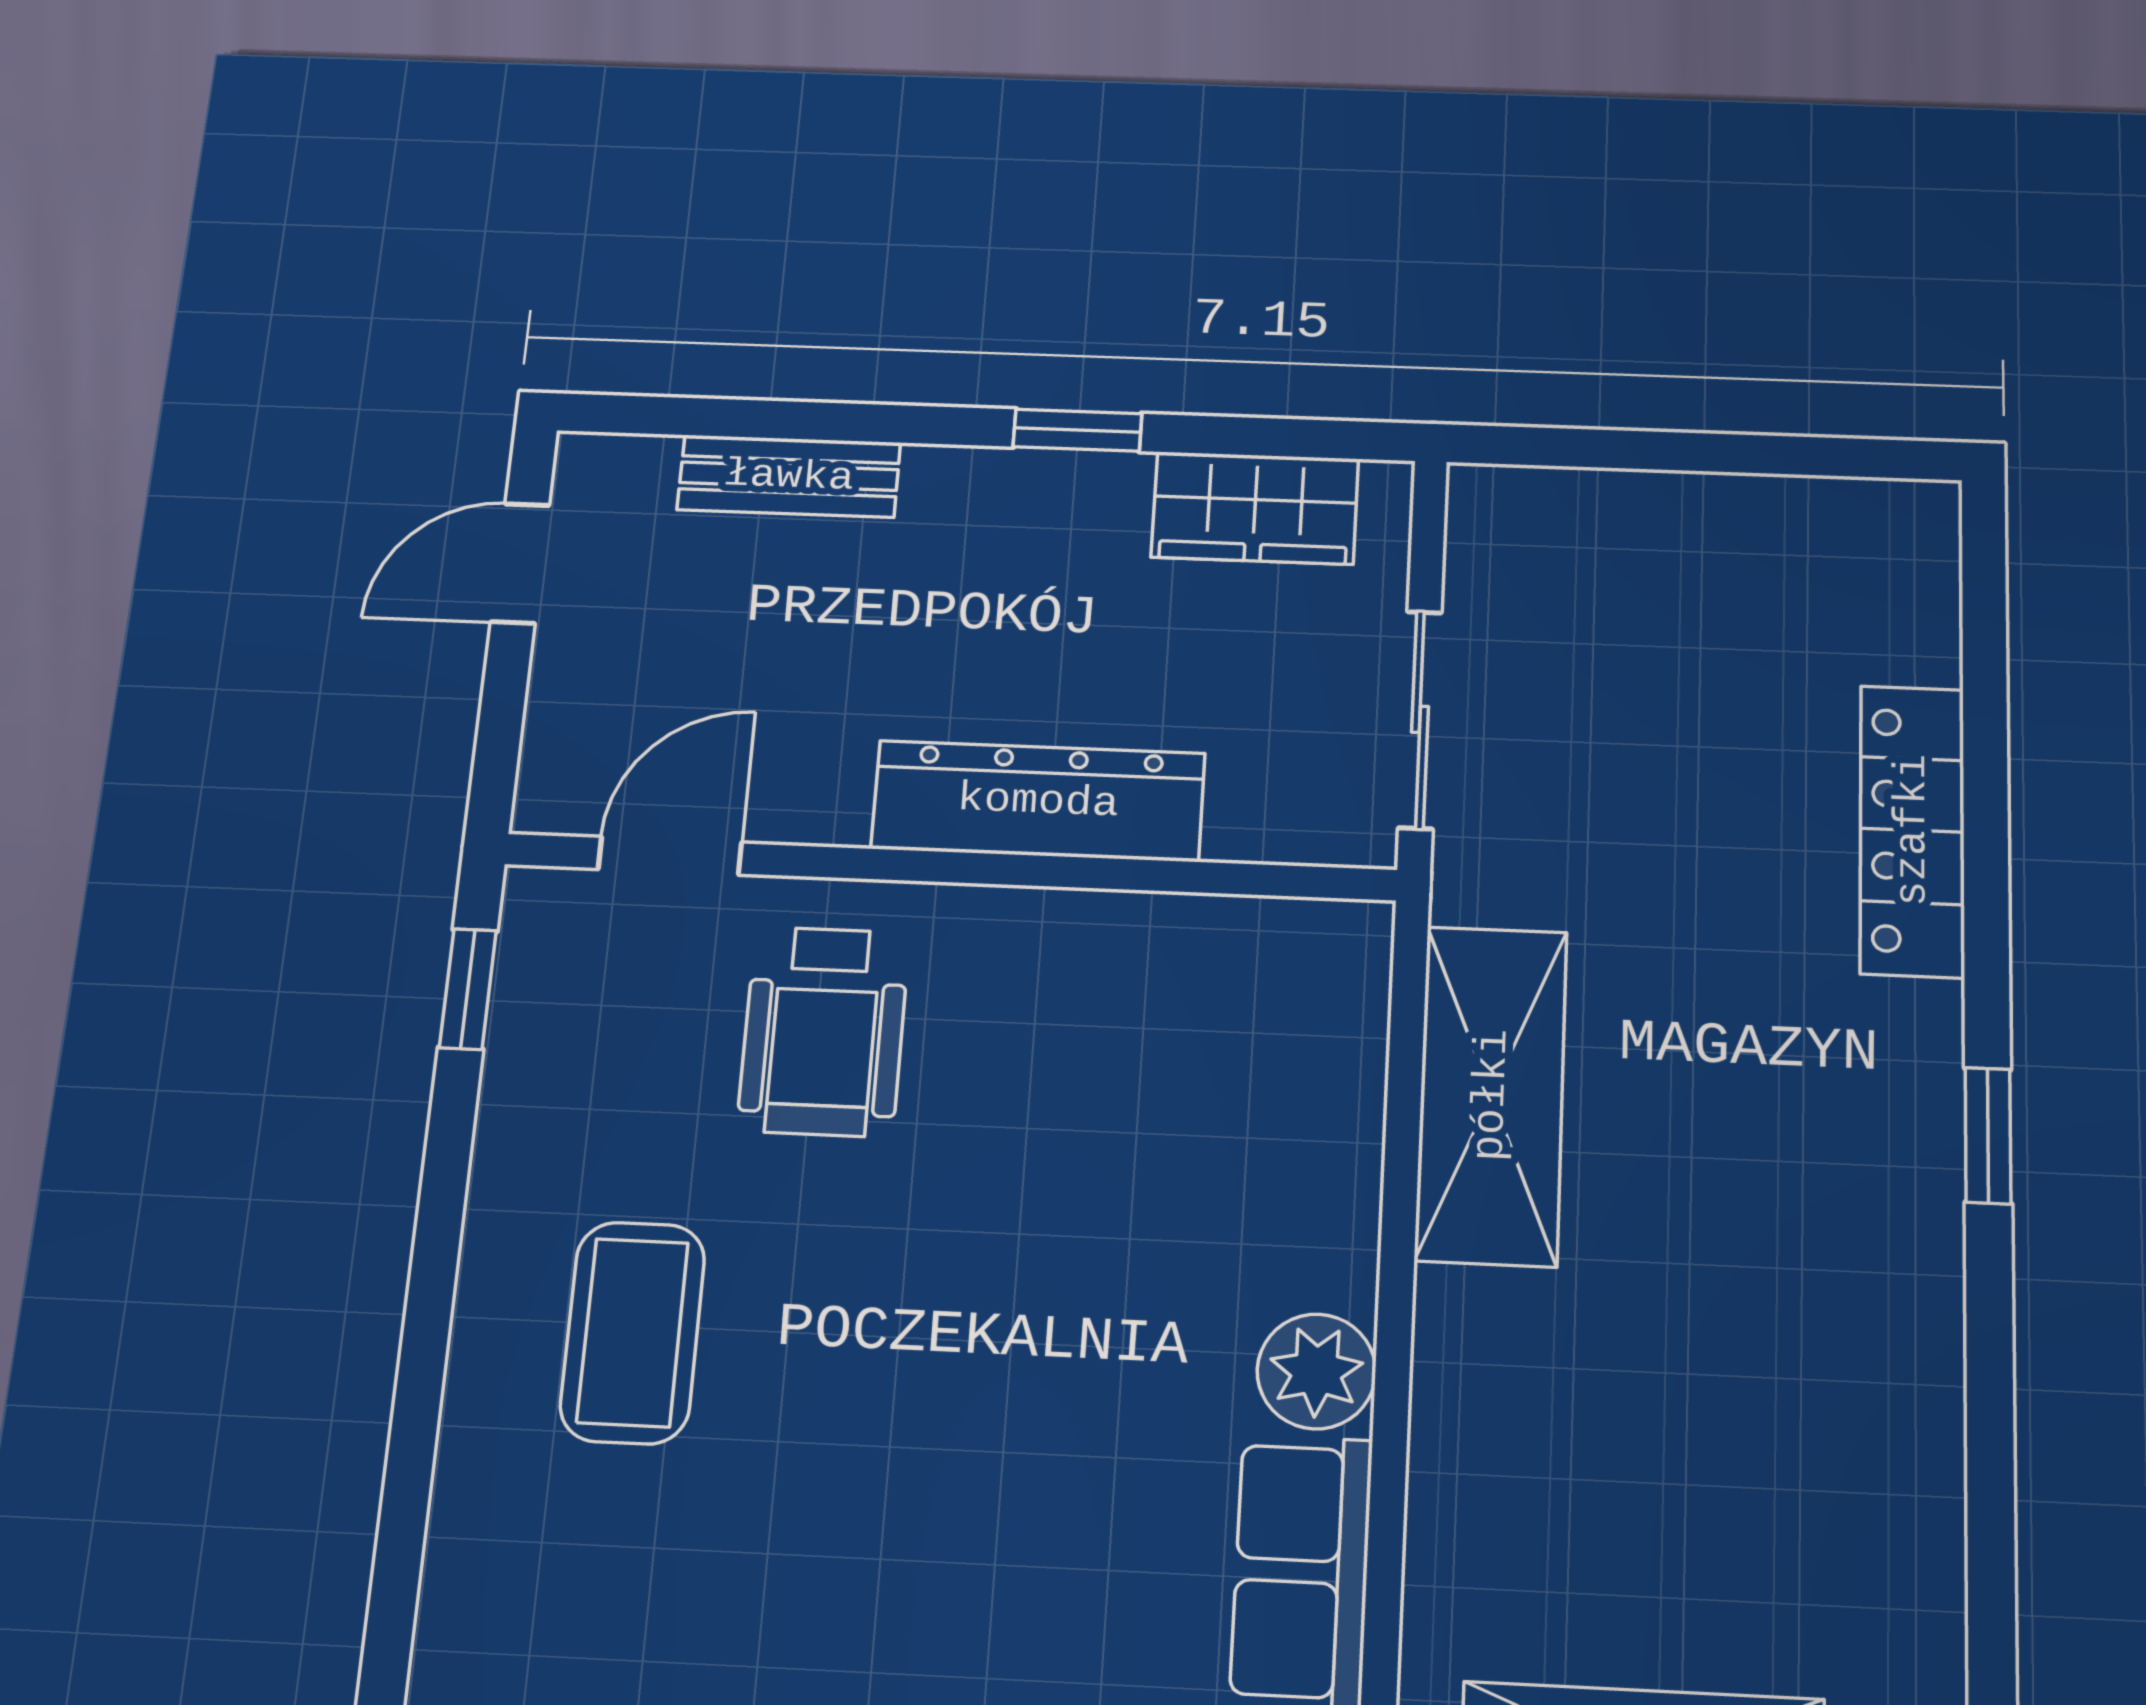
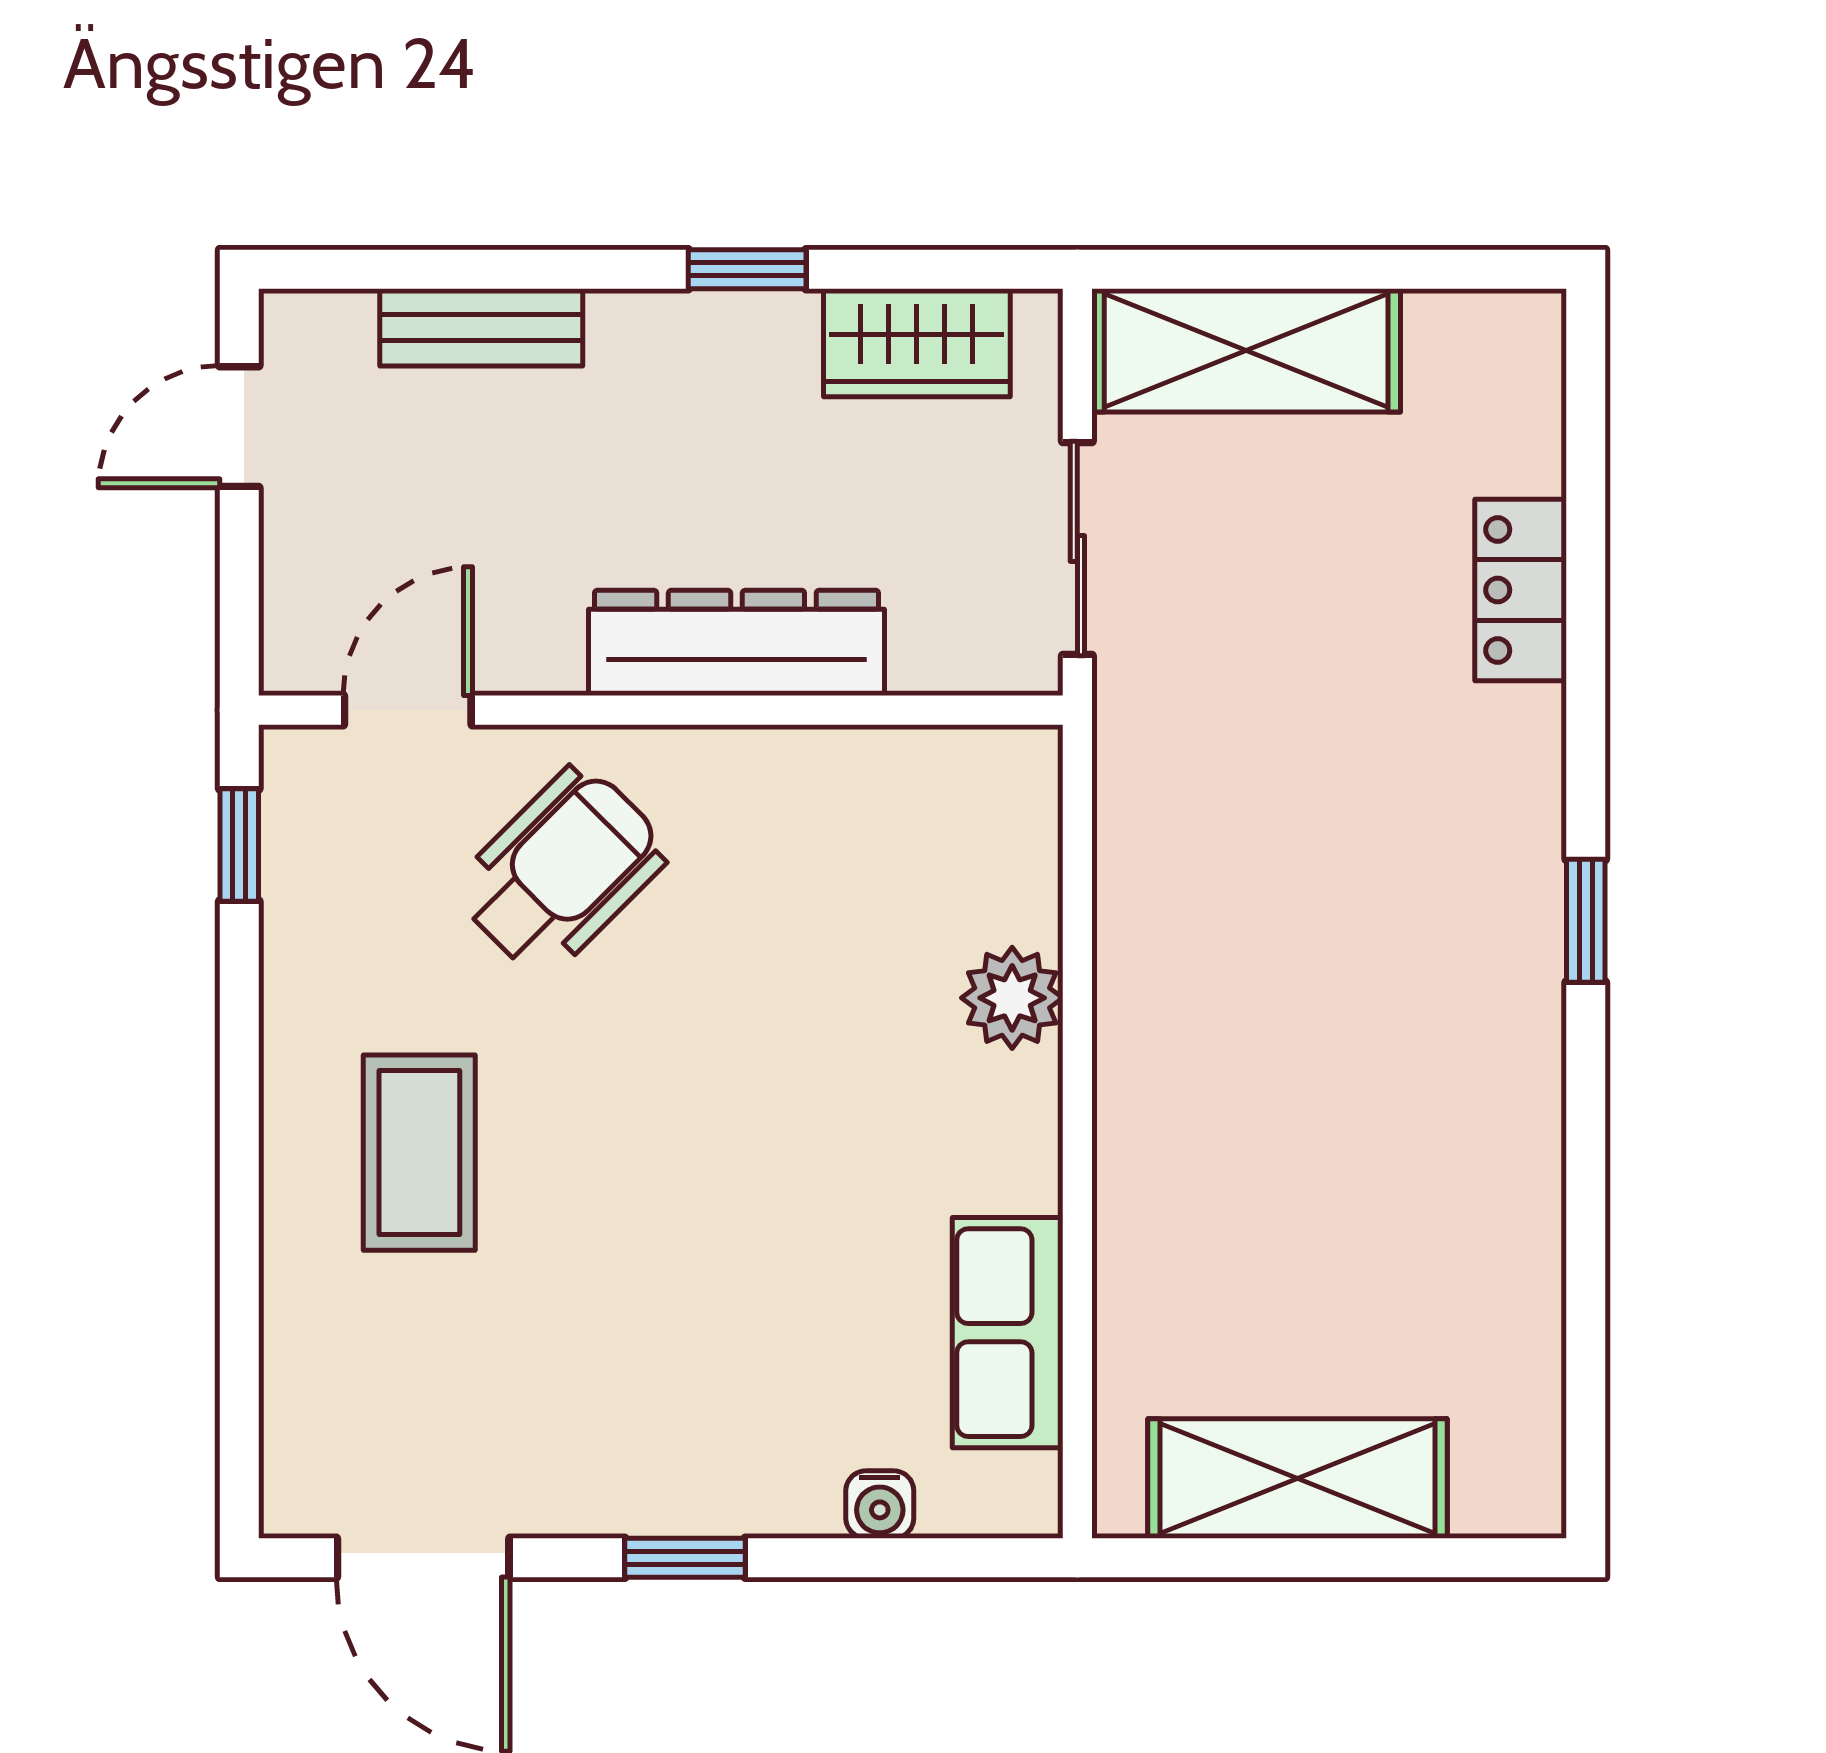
locker: (1912, 830) -> (1521, 590), width x0.66
wheelchair: (824, 1031) -> (561, 871), turned -135
shelving: (1491, 1095) -> (1246, 350), moved, turned 90
plant: (1316, 1371) -> (1012, 998), moved

